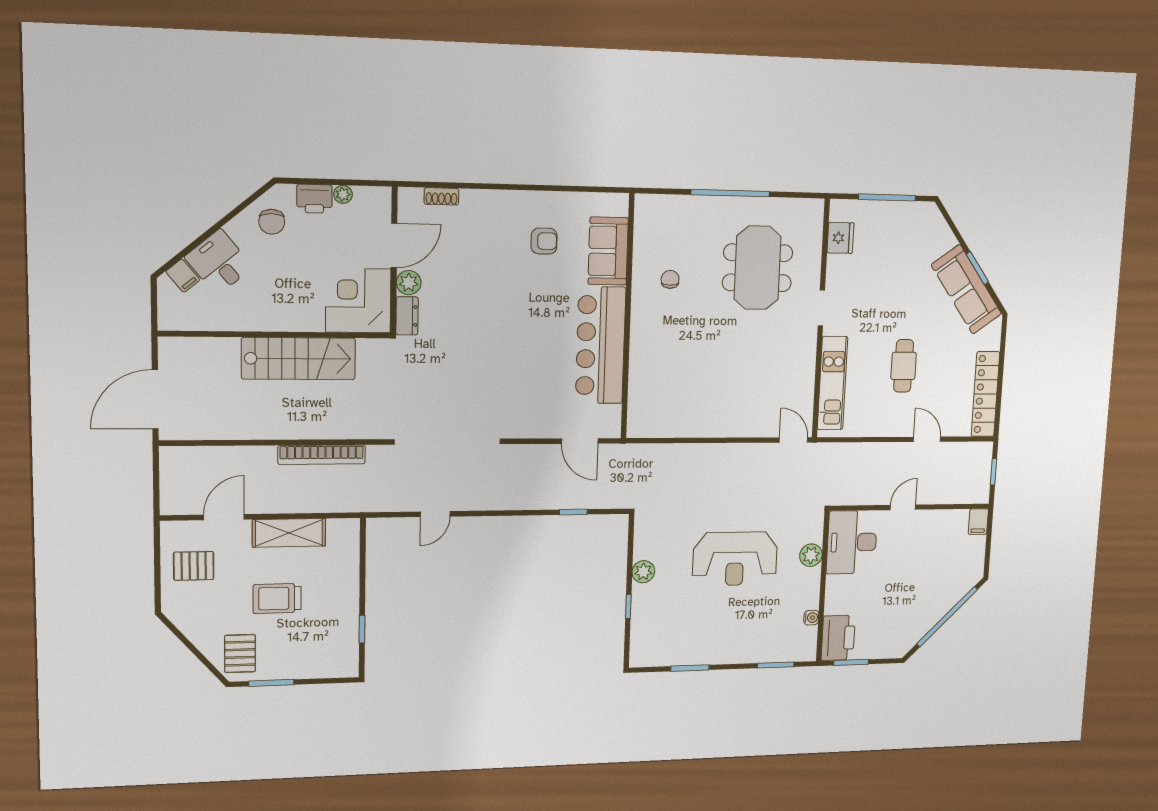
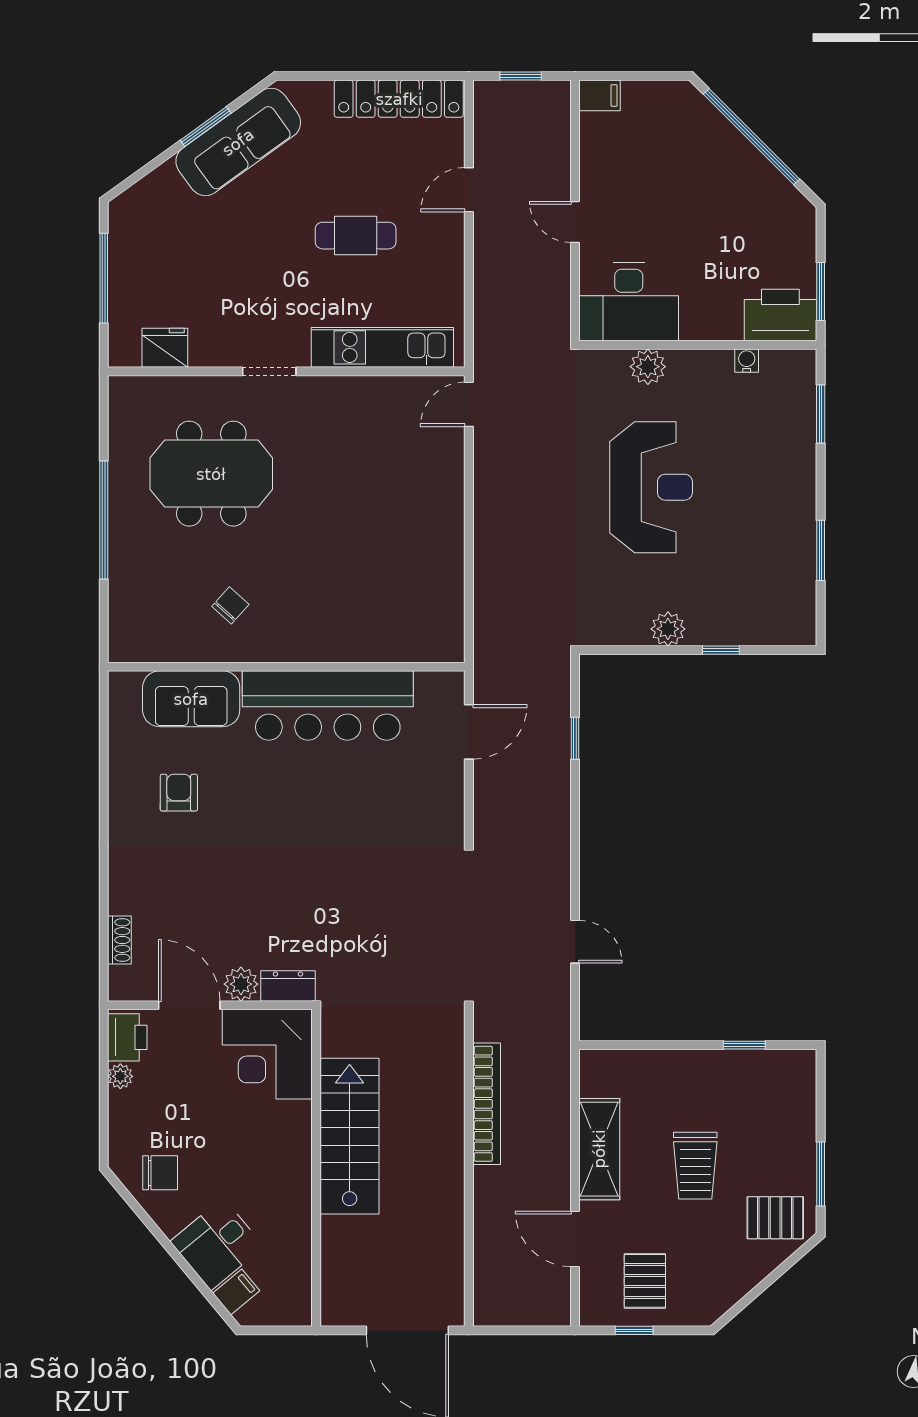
printer: (314, 199) -> (127, 1037), moved
chair: (670, 279) -> (230, 605), turned 132
window: (157, 559) -> (634, 1330), added

